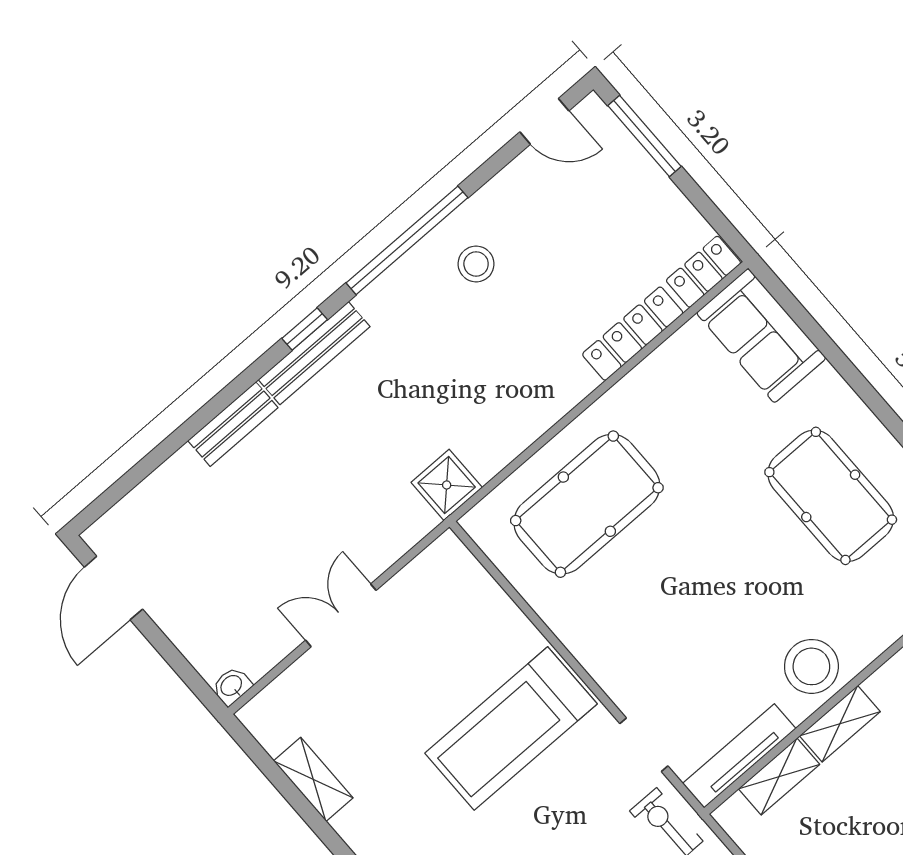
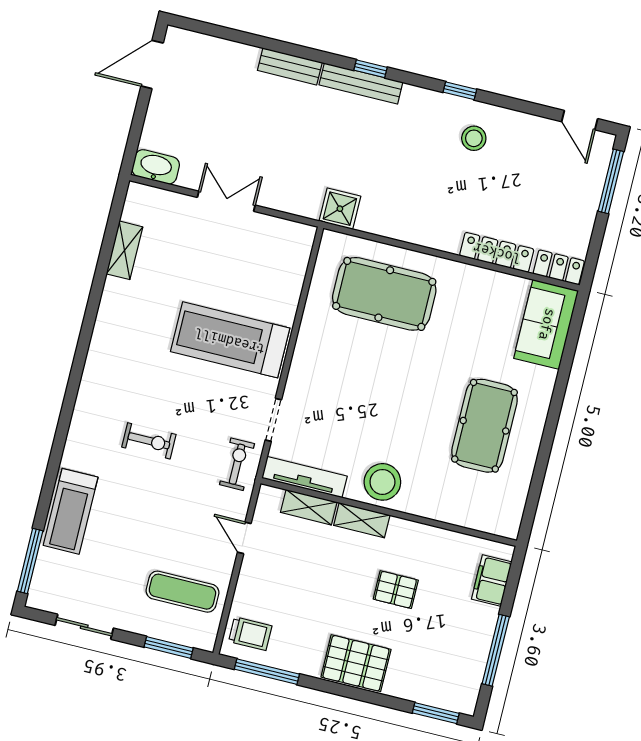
window: (407, 240) -> (460, 91), width x0.32
washbasin: (232, 686) -> (156, 167), width x1.91, depth x1.45

